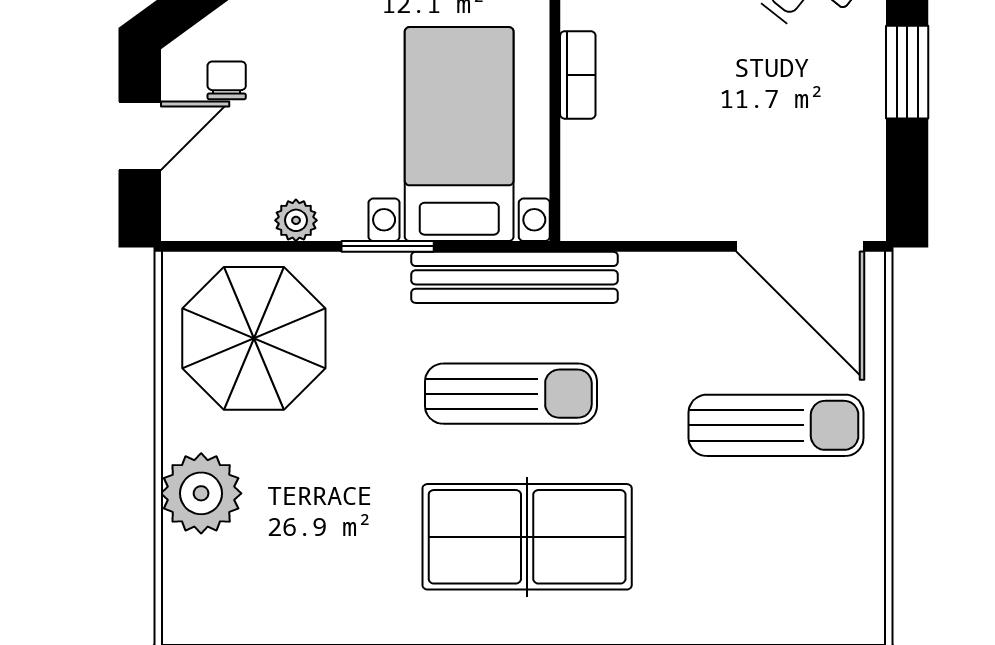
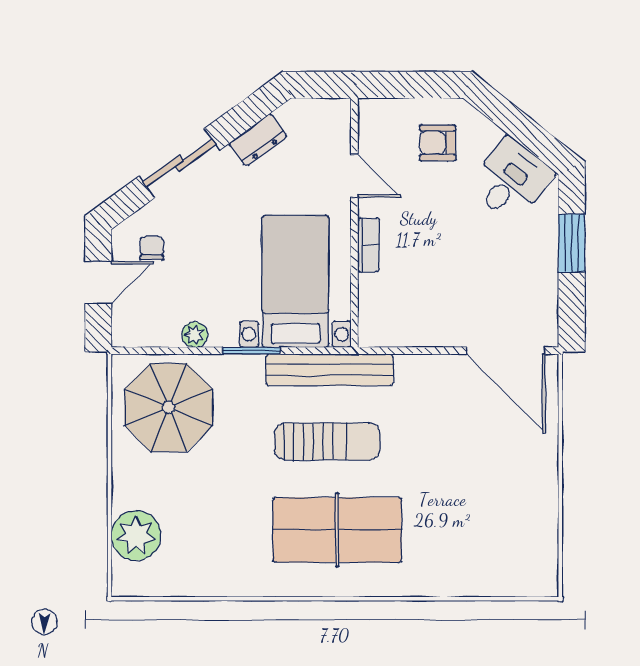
sun lounger: (776, 425) -> (491, 461), removed
plant: (201, 493) -> (136, 536), moved

